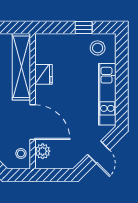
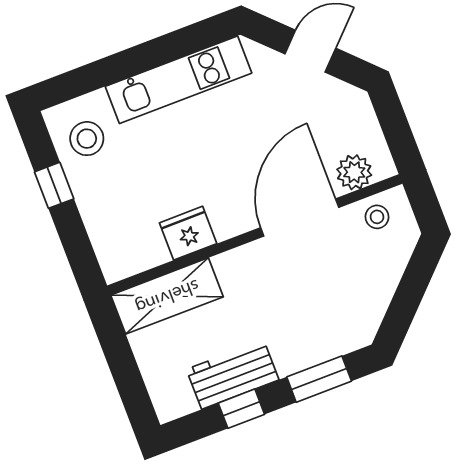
shelving: (21, 67) -> (167, 296), width x0.68

